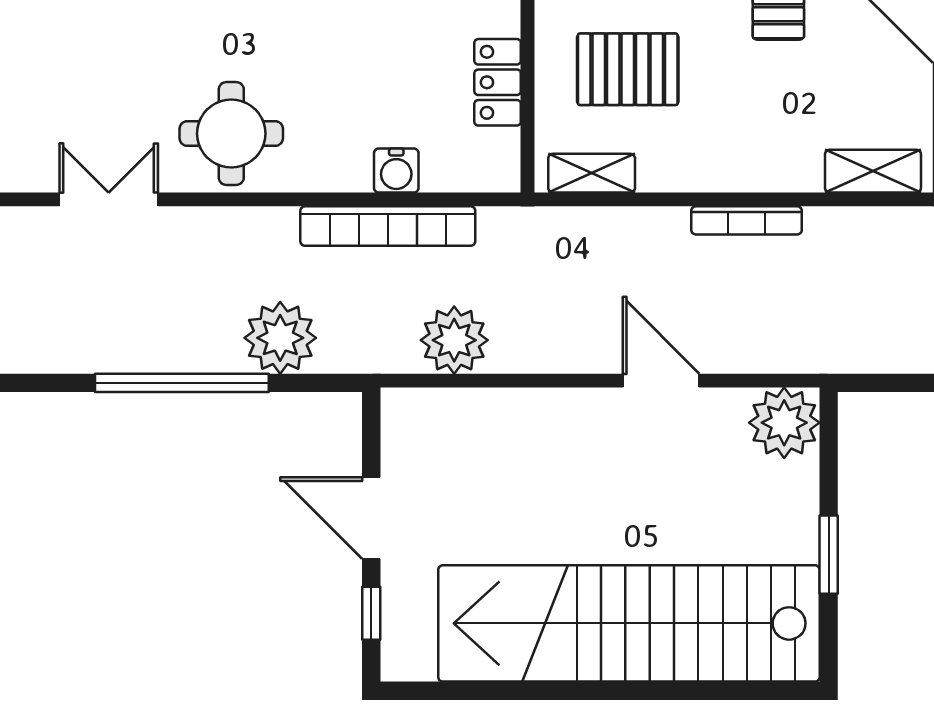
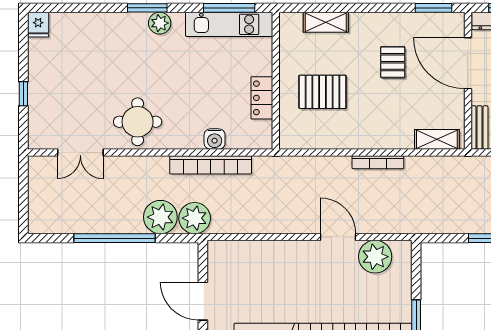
shelving: (592, 173) -> (306, 140), removed
double door: (109, 199) -> (80, 153), swing flipped
plant: (454, 340) -> (195, 218), moved
plant: (784, 423) -> (375, 257), moved

